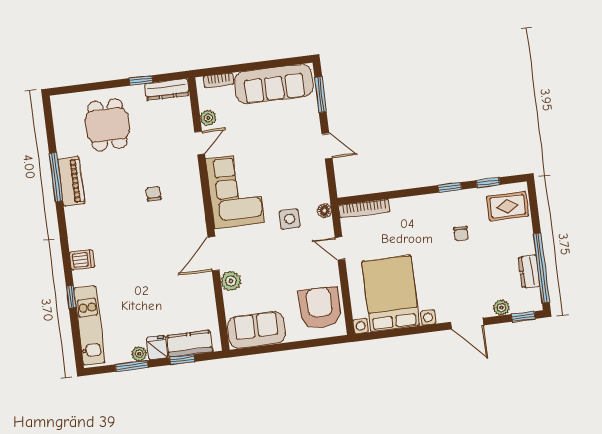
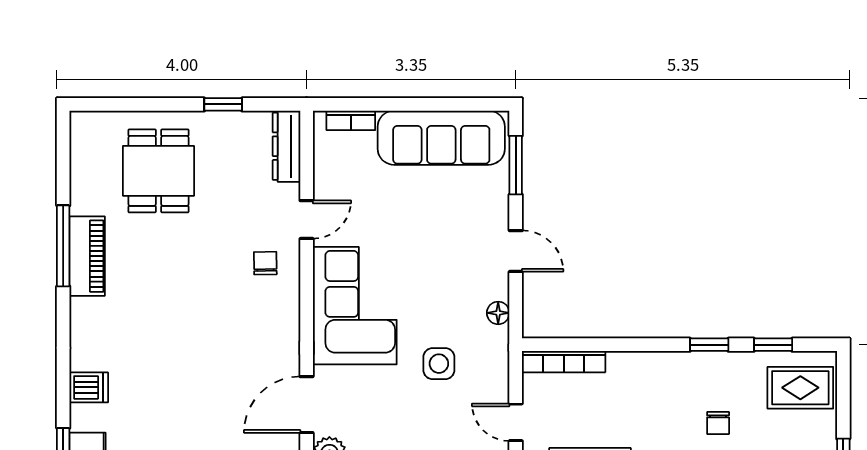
dresser: (167, 89) -> (286, 146), moved, turned 90
plant: (208, 118) -> (326, 180), removed
chair: (154, 194) -> (265, 263), moved
floor lamp: (324, 211) -> (498, 313), moved

